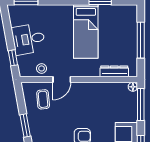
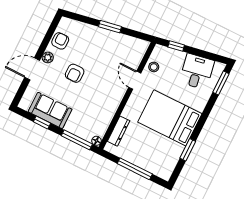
bed: (86, 32) -> (170, 118), width x1.50
desk: (29, 39) -> (197, 72), moved
coffee table: (43, 99) -> (125, 55), removed

